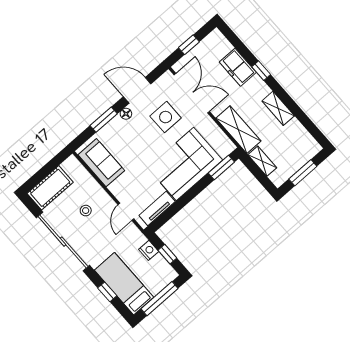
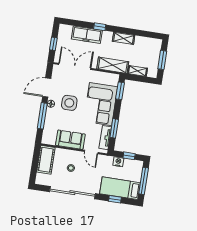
freezer: (238, 67) -> (87, 35), width x1.40
side table: (166, 117) -> (69, 103), moved
window: (104, 120) -> (42, 116), width x1.44
sofa: (101, 163) -> (70, 140), moved
cot: (50, 188) -> (46, 160), moved
window: (177, 207) -> (114, 128), added

